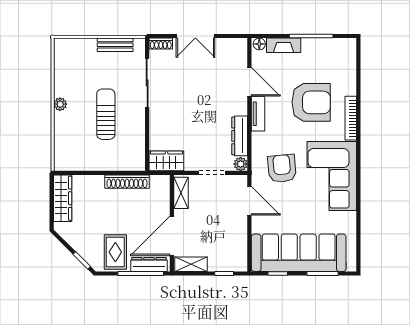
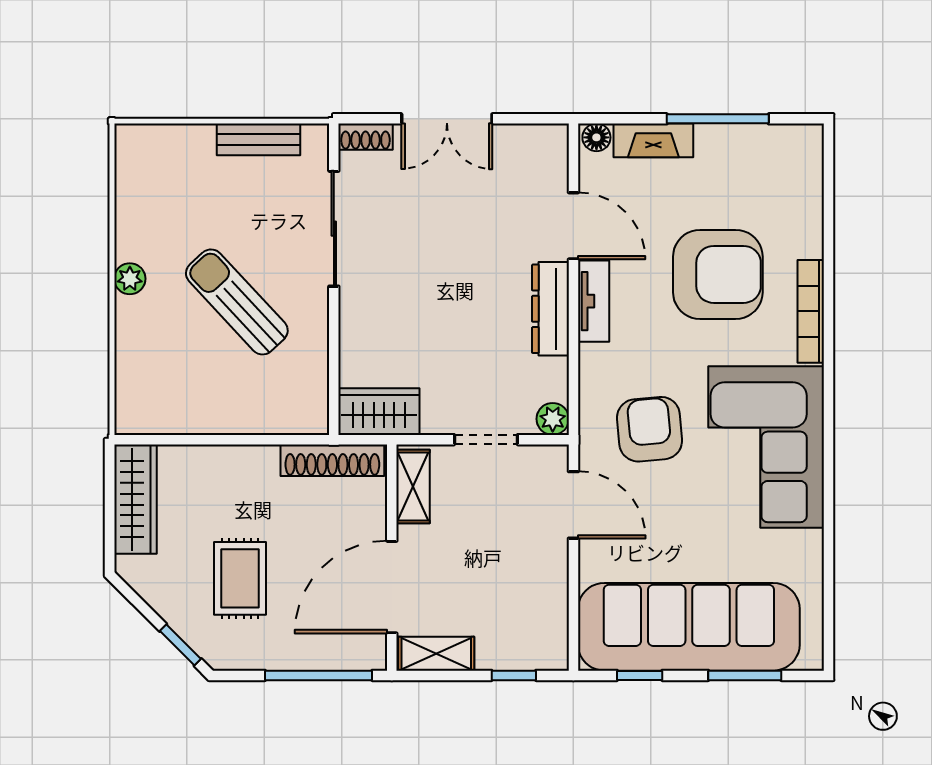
sun lounger: (106, 114) -> (237, 302), turned -43
dresser: (240, 136) -> (550, 309), moved
shoe rack: (127, 182) -> (332, 460), moved
rug: (115, 252) -> (240, 578), moved
dresser: (149, 264) -> (338, 654), removed

